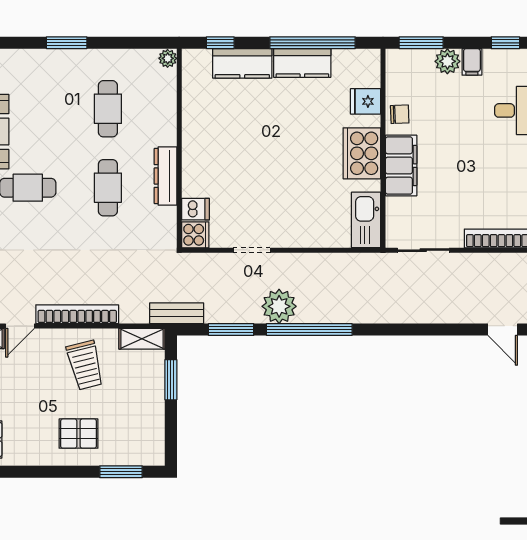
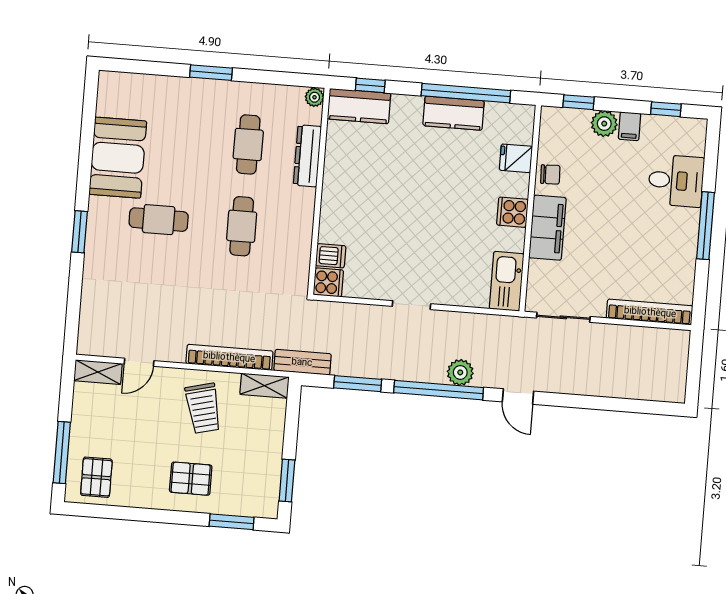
window: (421, 43) -> (579, 102), width x0.67
kitchen counter: (242, 63) -> (359, 106), moved
cooker: (362, 153) -> (512, 212), width x0.53, depth x0.76
dresser: (165, 176) -> (307, 156), moved
doorway: (252, 250) -> (411, 305), moved
plant: (279, 306) -> (460, 372), moved, width x0.73, depth x0.73
bookcase: (77, 314) -> (229, 357), moved
door: (503, 330) -> (518, 396), moved
window: (171, 380) -> (287, 481), moved

